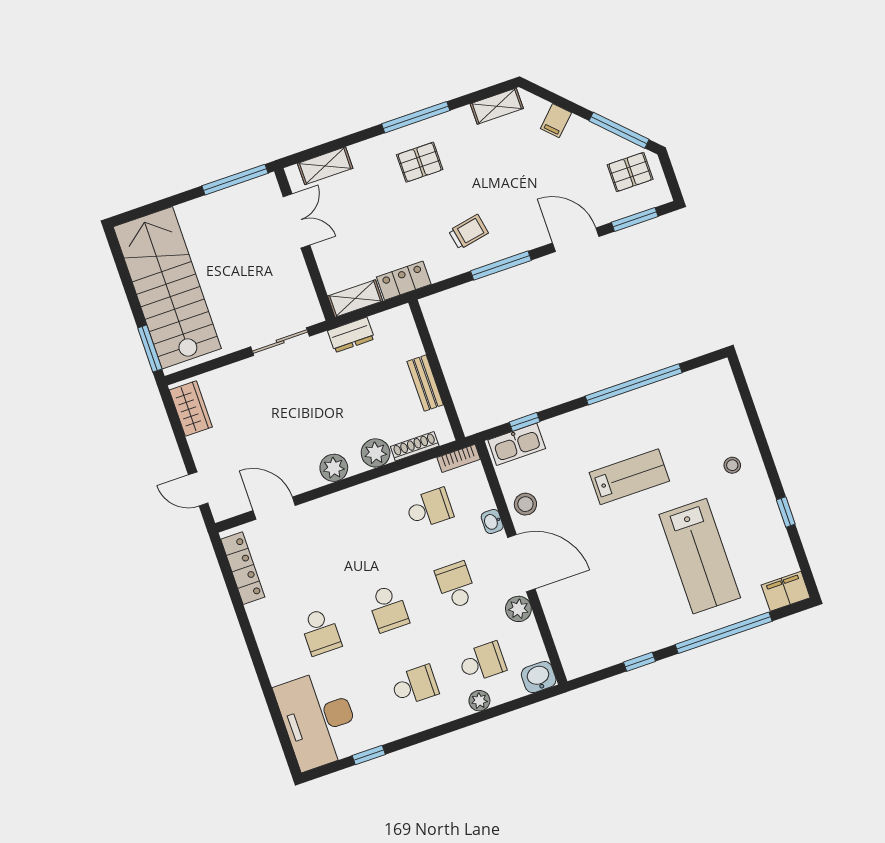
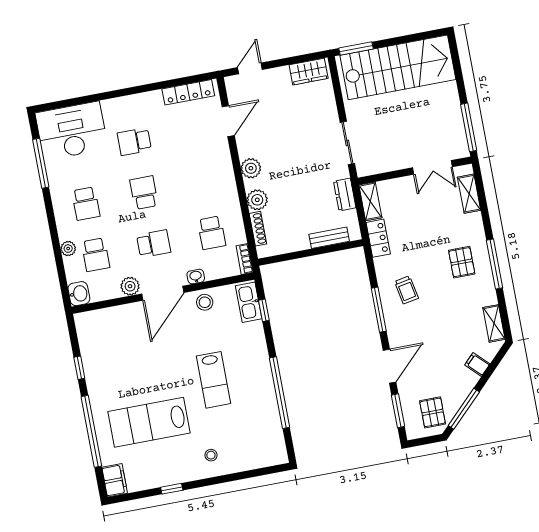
bench: (425, 383) -> (329, 238), moved
school desk: (388, 609) -> (144, 193), turned 90
window: (369, 755) -> (41, 163), width x2.17

